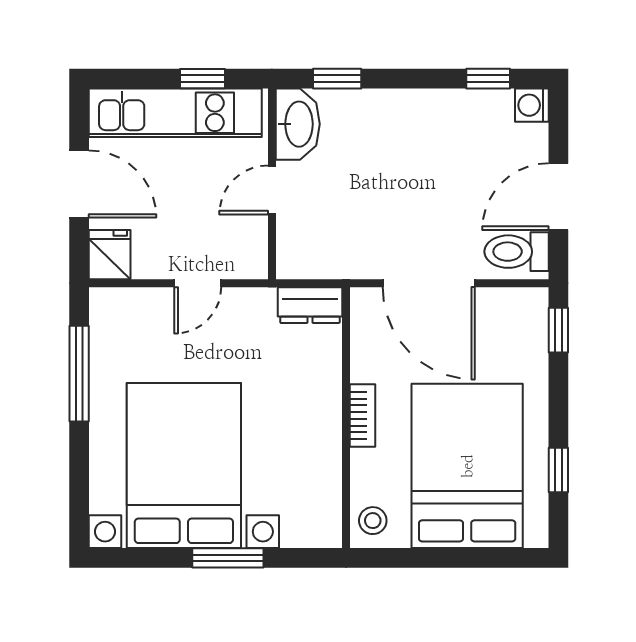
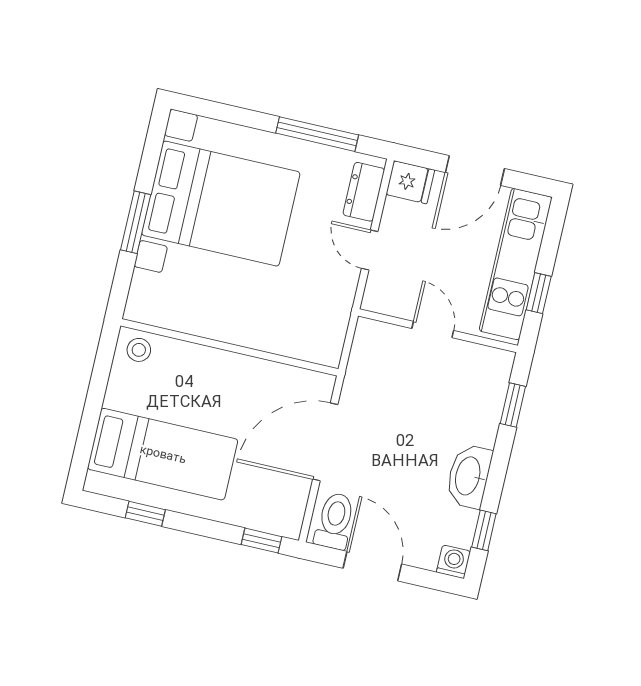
washbasin: (298, 124) -> (469, 476), moved, turned 90
dresser: (310, 305) -> (364, 192), moved
bookcase: (362, 415) -> (228, 361), removed
bed: (467, 466) -> (163, 454), width x0.67

